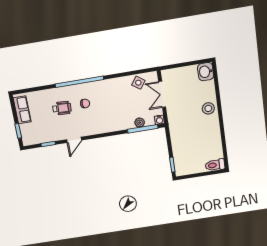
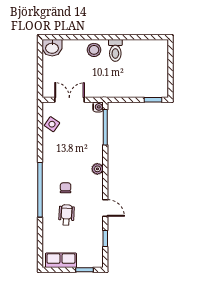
double door: (162, 94) -> (69, 100), swing flipped
plant: (140, 123) -> (97, 169), moved
toilet: (215, 165) -> (115, 50), moved

